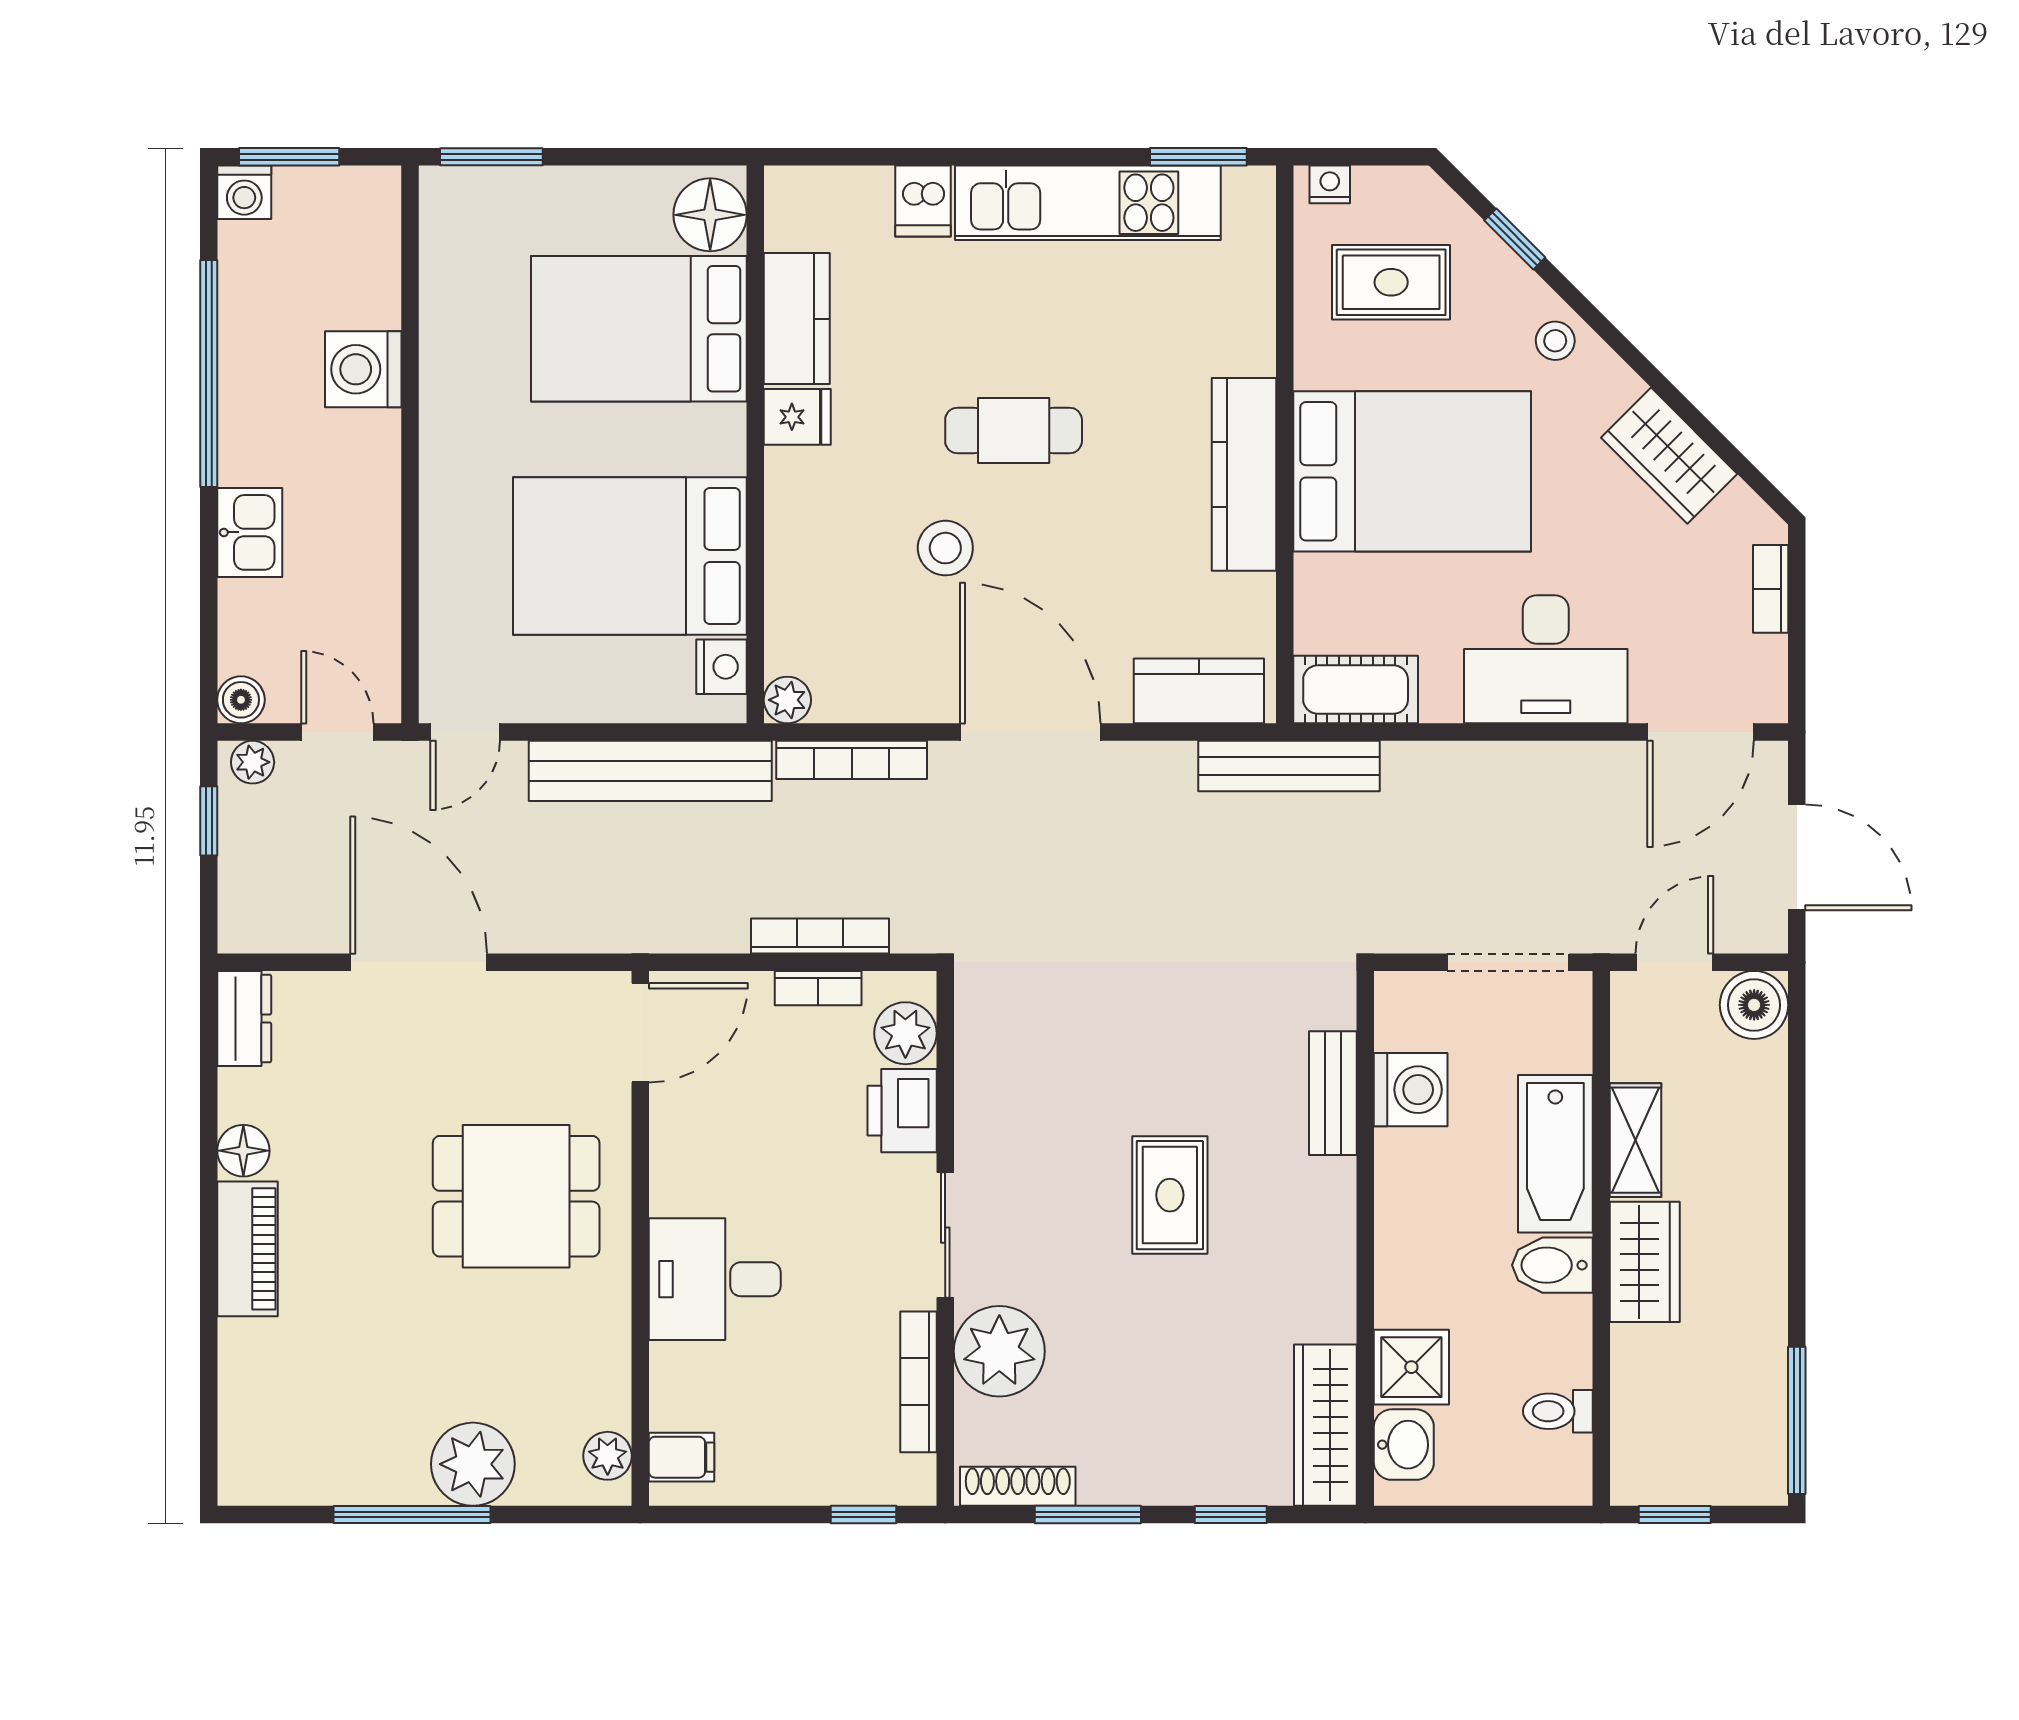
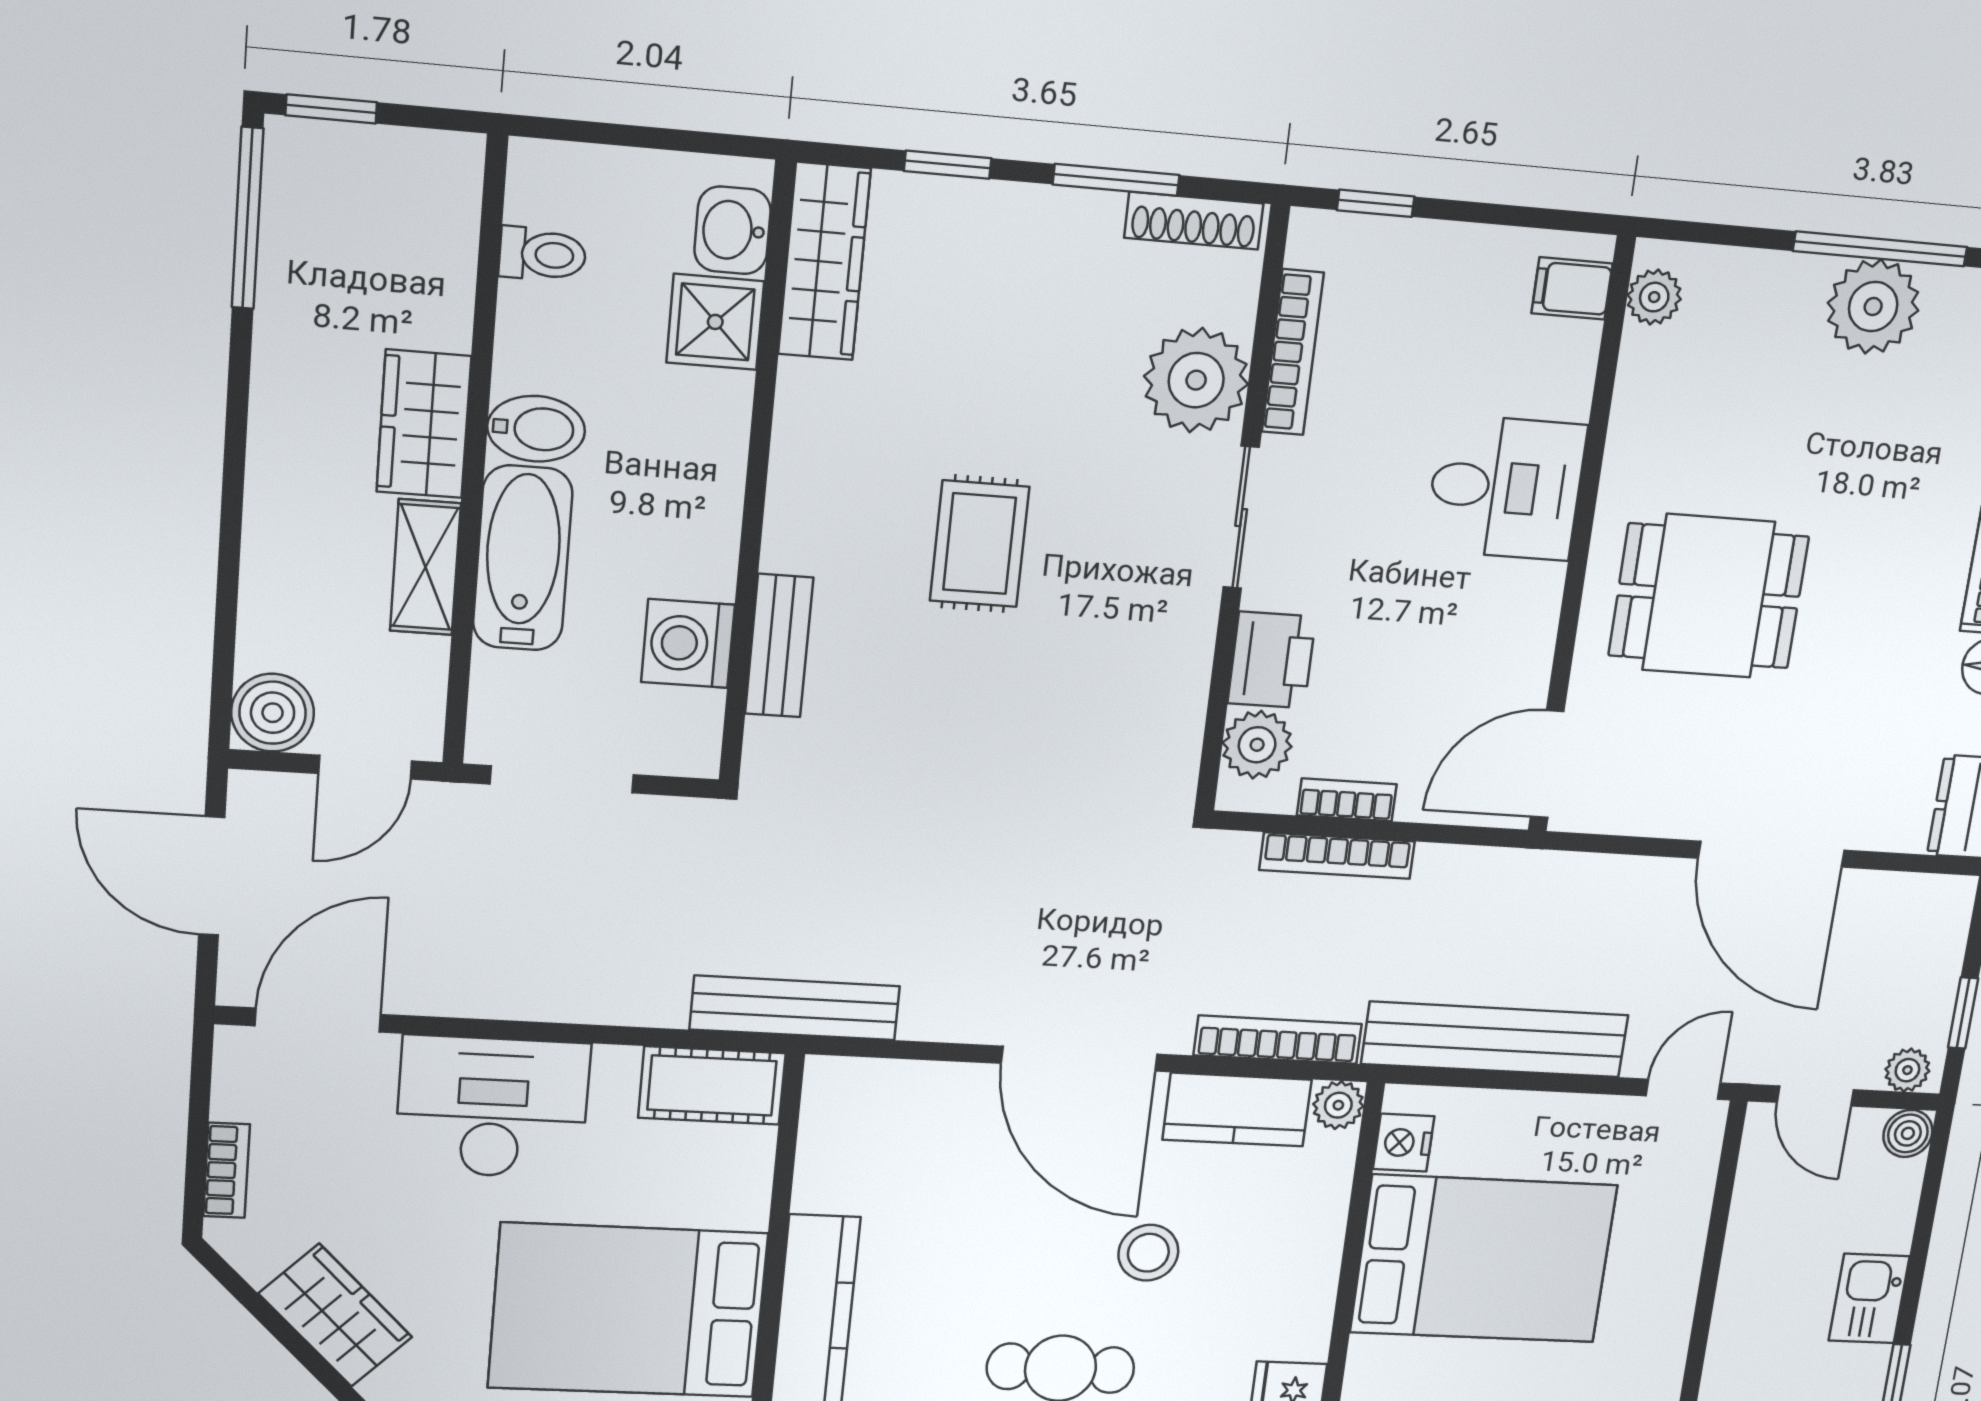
kitchen counter: (1199, 691) -> (1237, 1110), moved
plant: (473, 1464) -> (1873, 307), moved
window: (1675, 1515) -> (331, 109), moved

